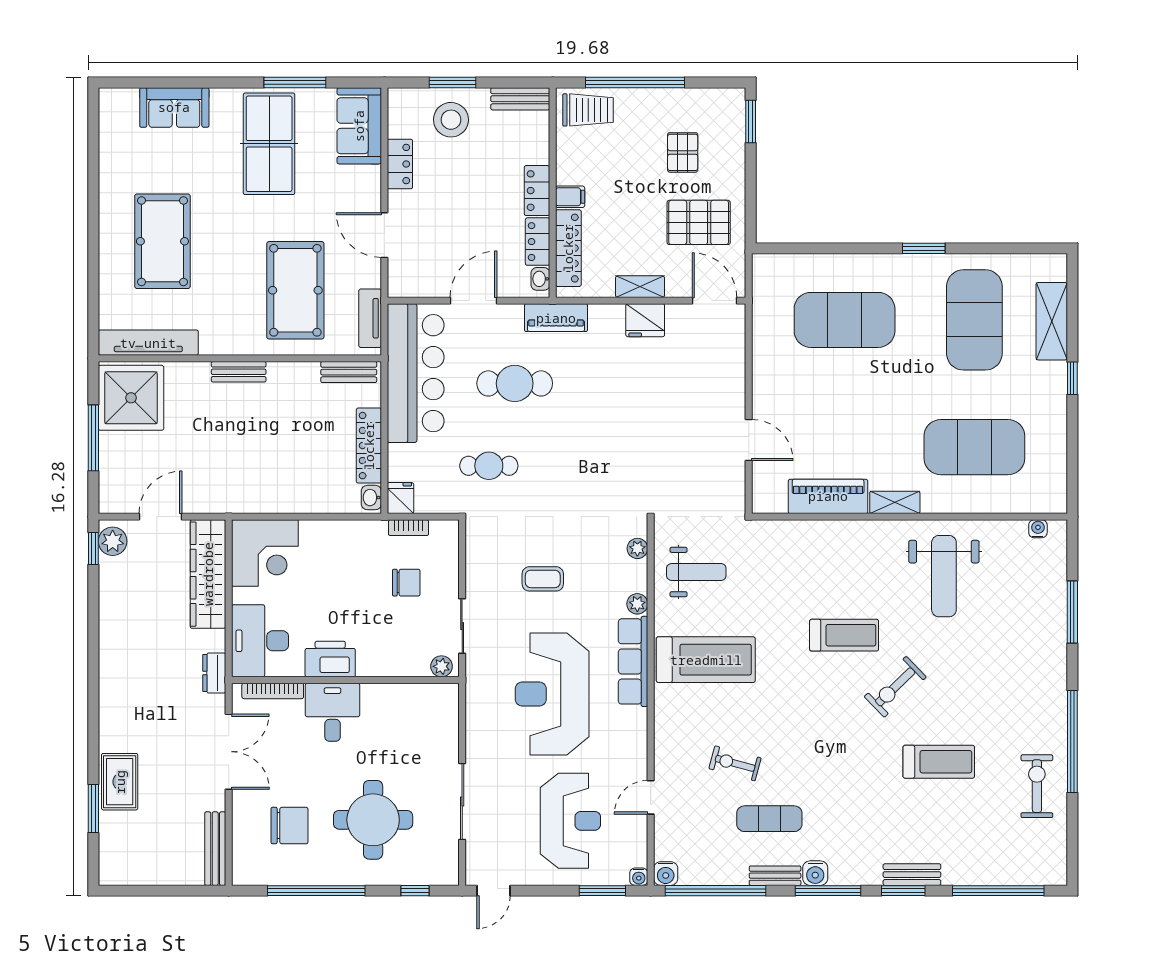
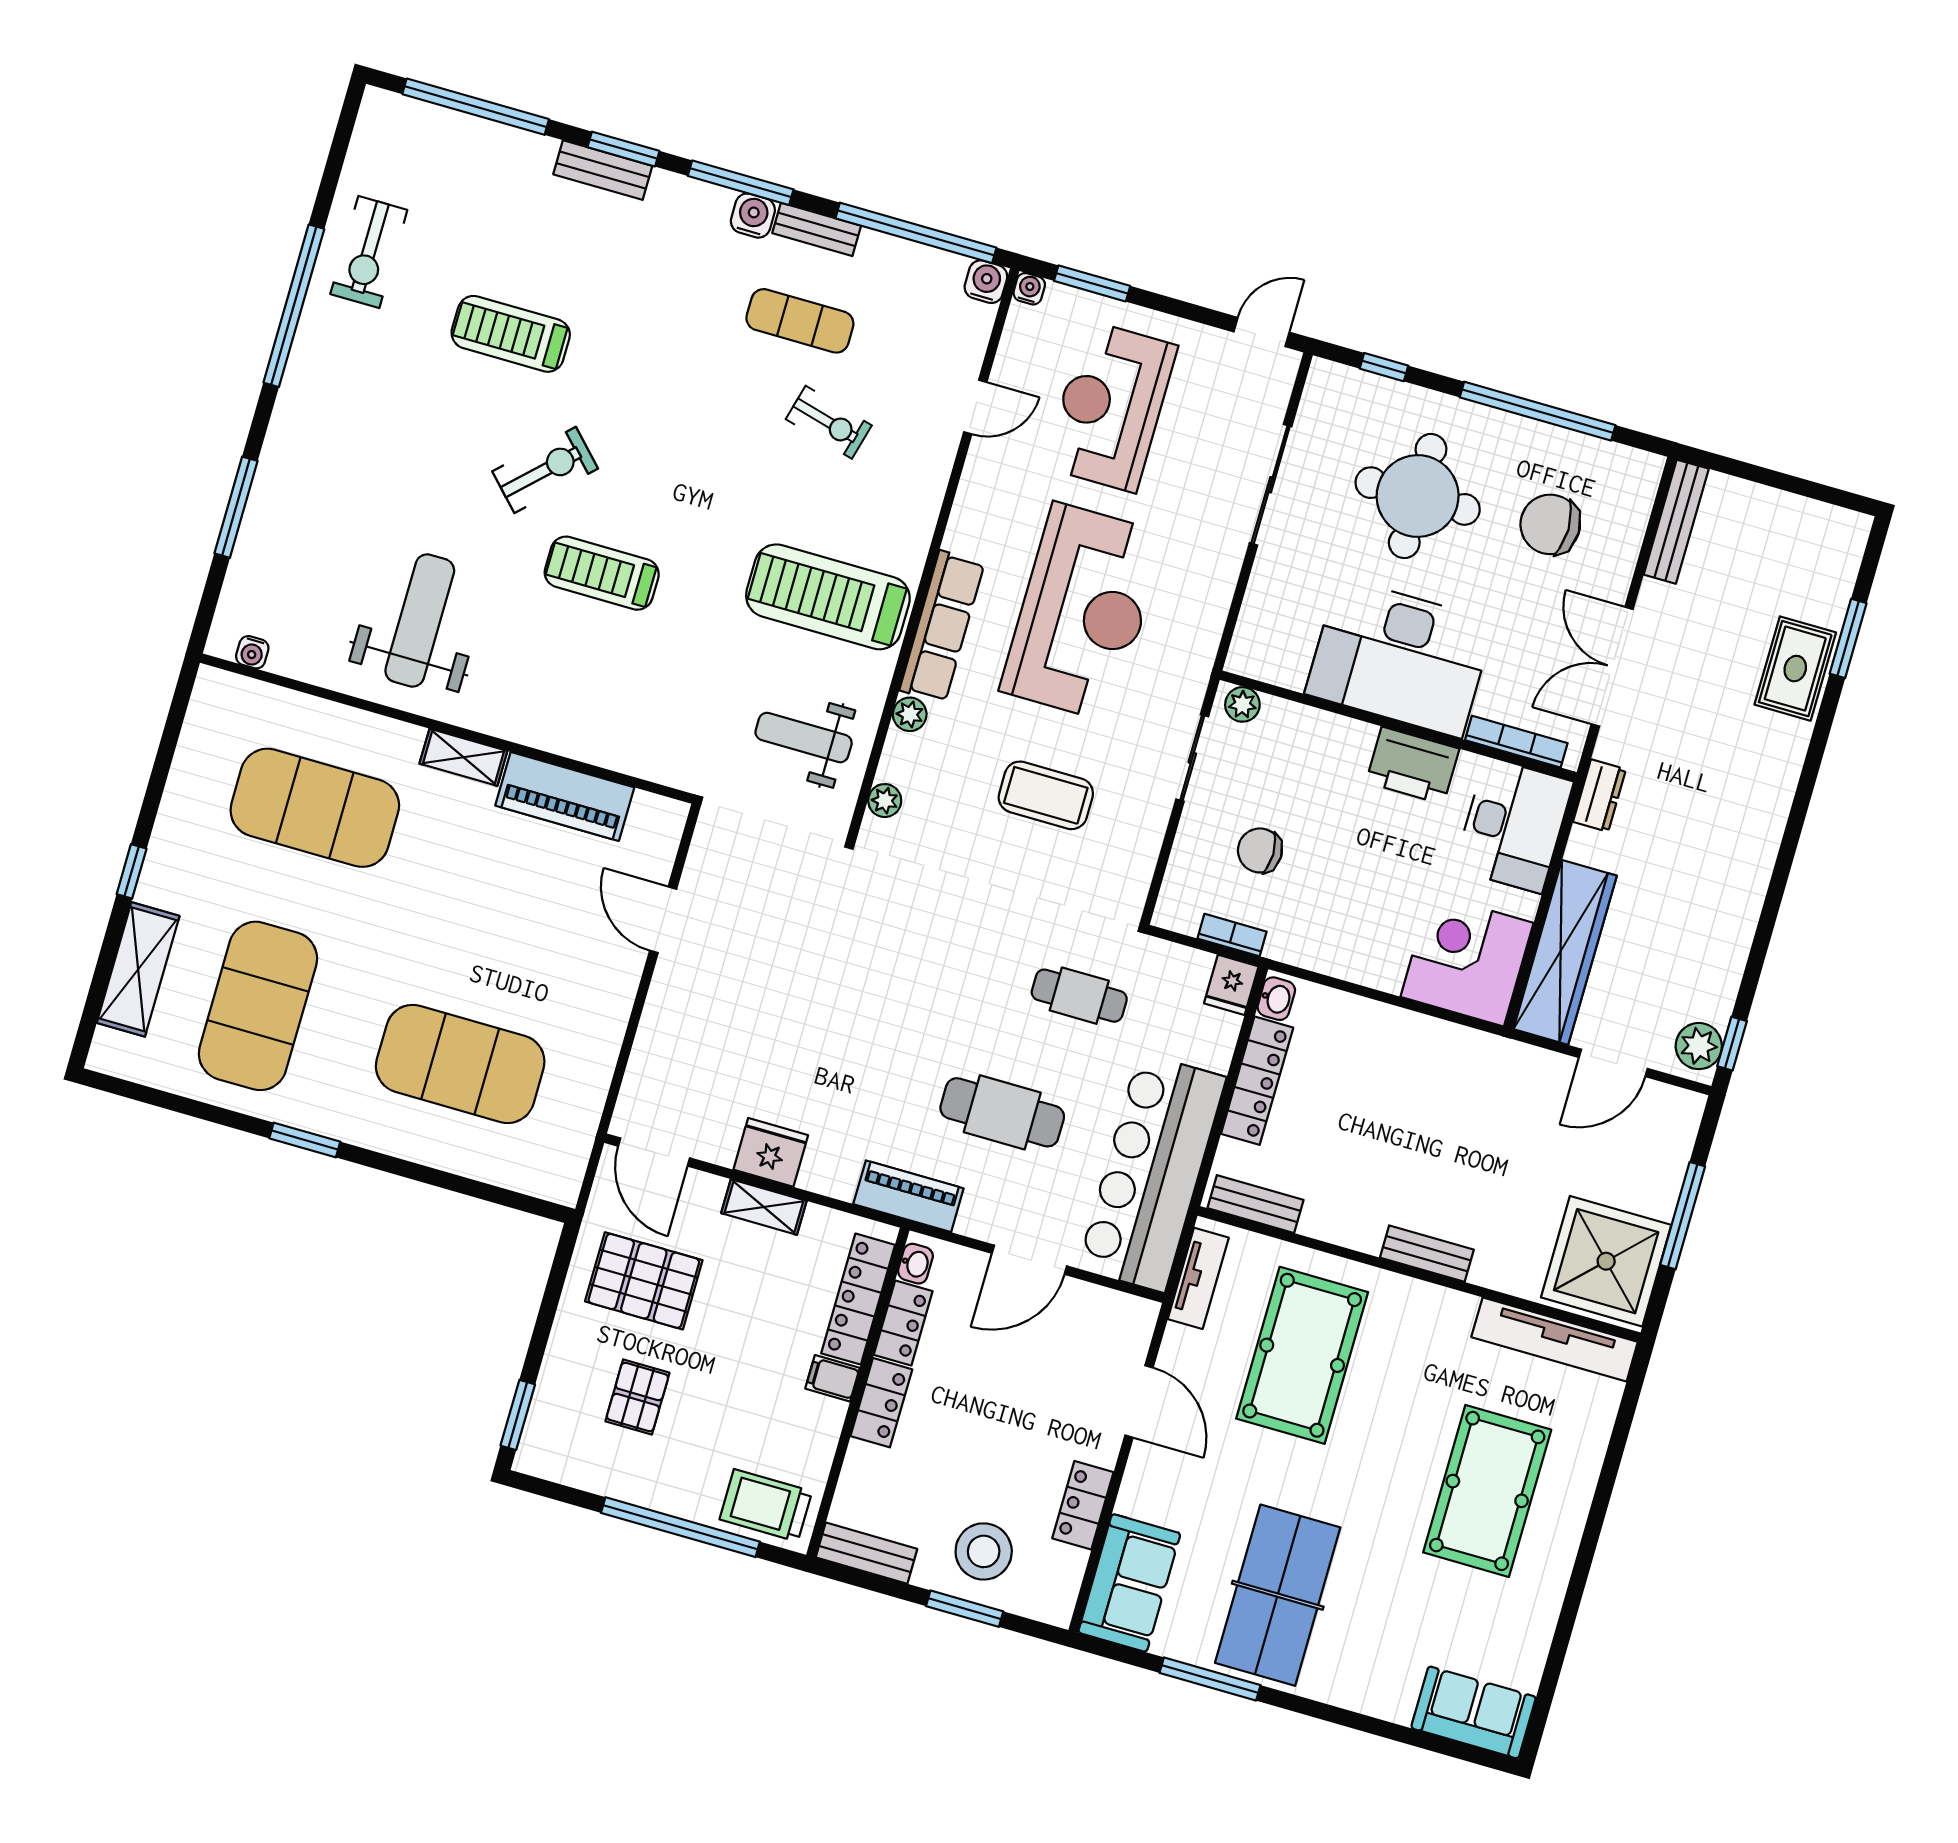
sofa: (174, 107) -> (1473, 1712), moved
coffee table: (543, 579) -> (1046, 795), width x1.36, depth x1.30
desk: (333, 712) -> (1400, 657), width x1.87, depth x1.30

